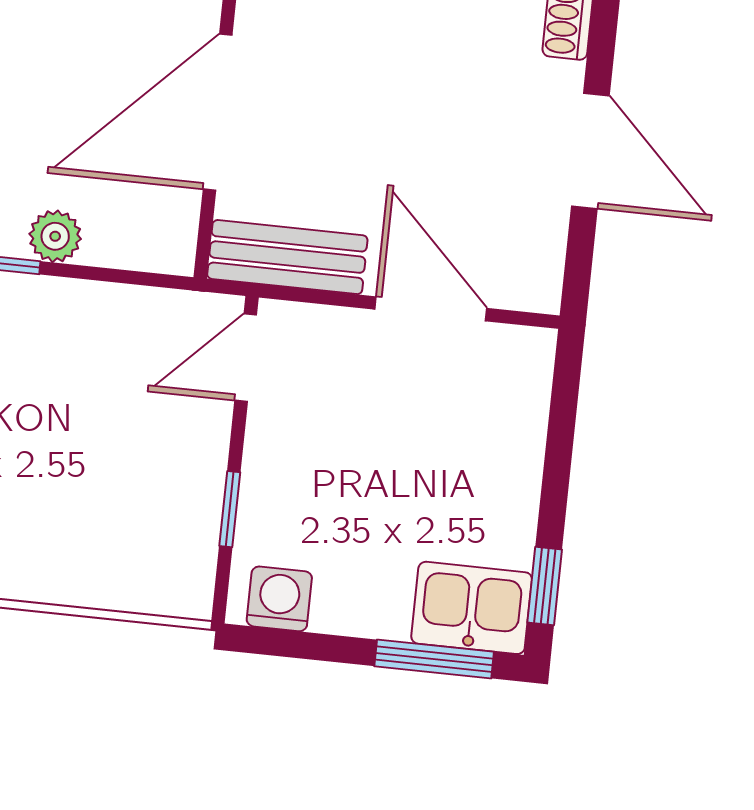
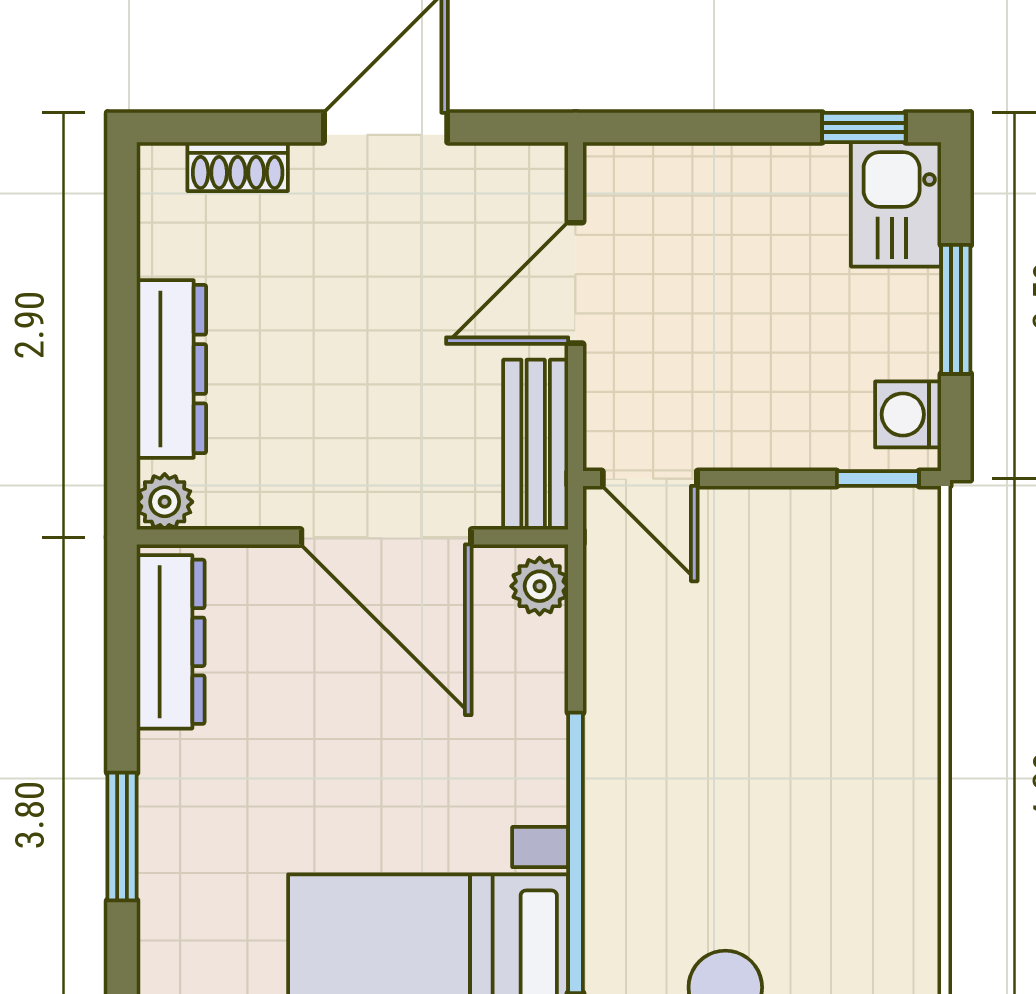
plant: (55, 236) -> (540, 586), moved
window: (230, 509) -> (878, 479), moved
window: (434, 659) -> (956, 309), moved

